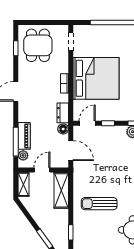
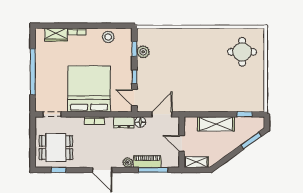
plant: (23, 155) -> (128, 163), moved
shelving: (61, 190) -> (216, 124), moved
sun lounger: (99, 204) -> (216, 86), removed

